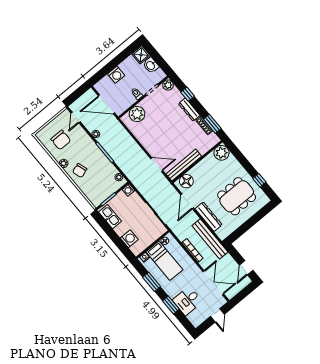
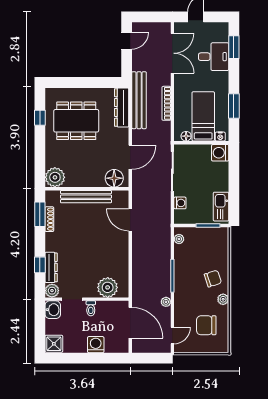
washbasin: (151, 65) -> (53, 310), moved
dresser: (189, 110) -> (51, 267), moved
chair: (61, 140) -> (206, 325), turned -90
bench: (184, 165) -> (86, 197), moved
washing machine: (129, 190) -> (180, 203), moved
dresser: (209, 217) -> (122, 107), moved
washing machine: (129, 239) -> (220, 153), moved
double door: (213, 283) -> (172, 53), swing flipped
window: (171, 305) -> (234, 47), moved

